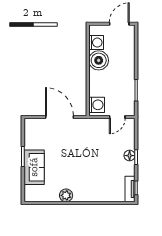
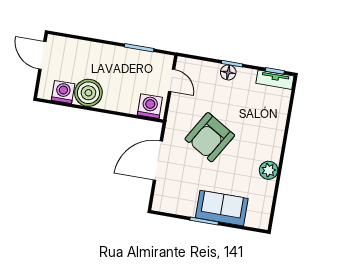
armchair: (82, 150) -> (210, 137), added

